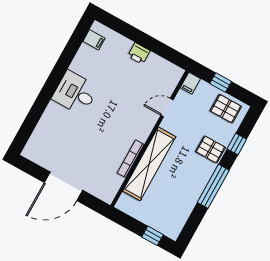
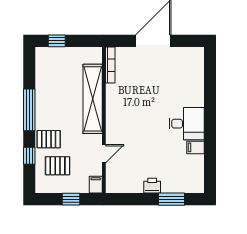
window: (128, 31) -> (172, 199), added
filing cabinet: (94, 40) -> (195, 147), moved
pallet: (226, 109) -> (58, 166), moved
bookcase: (131, 159) -> (110, 65), moved

